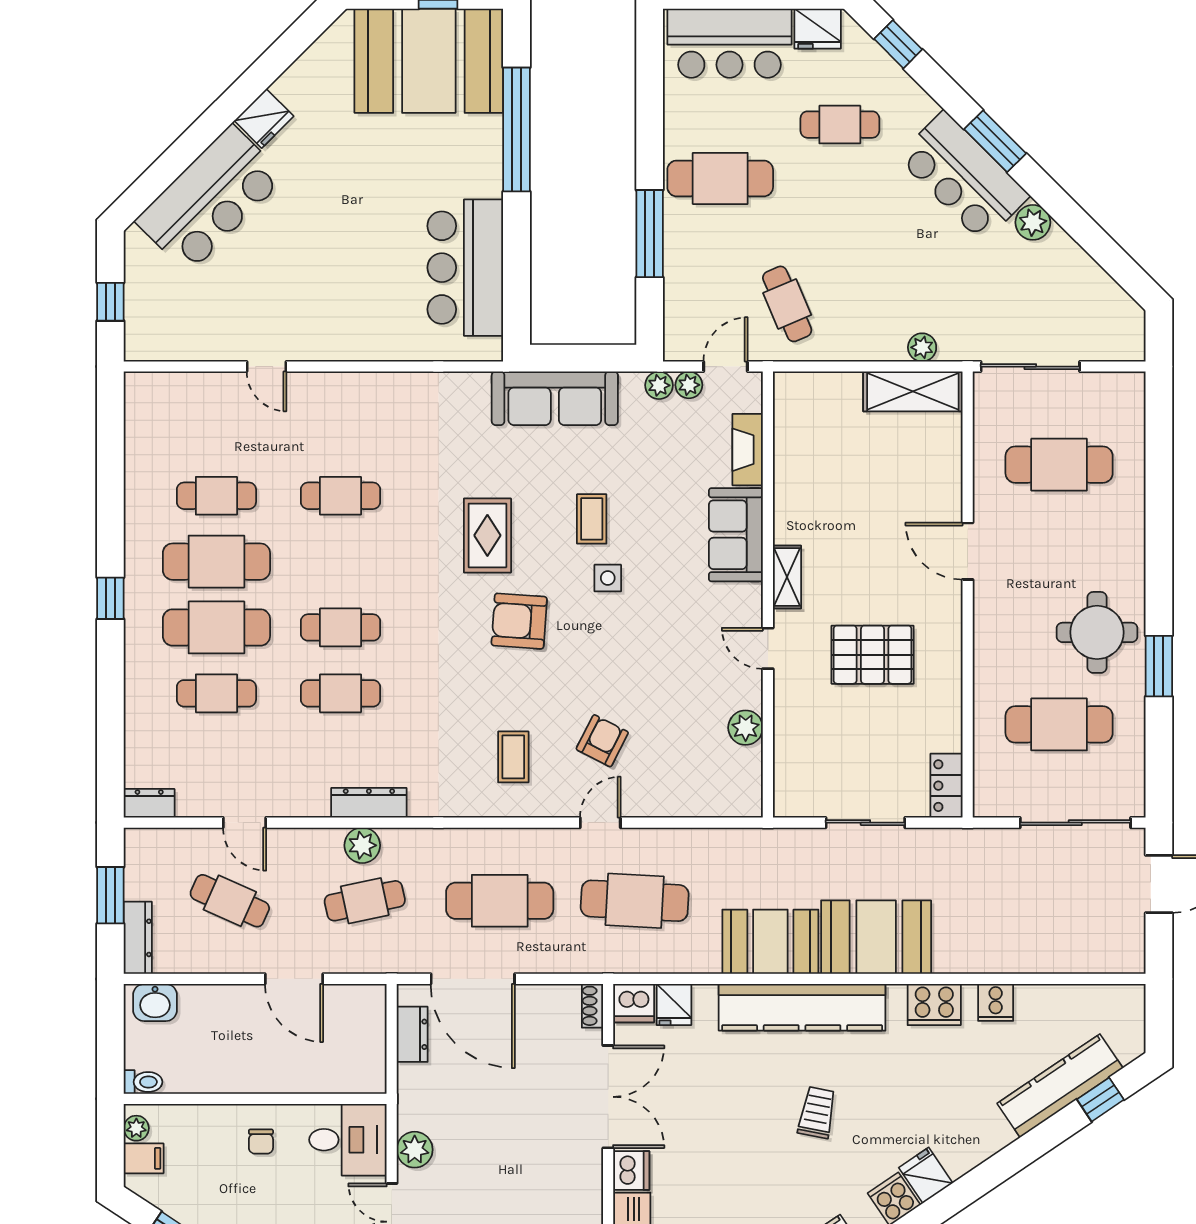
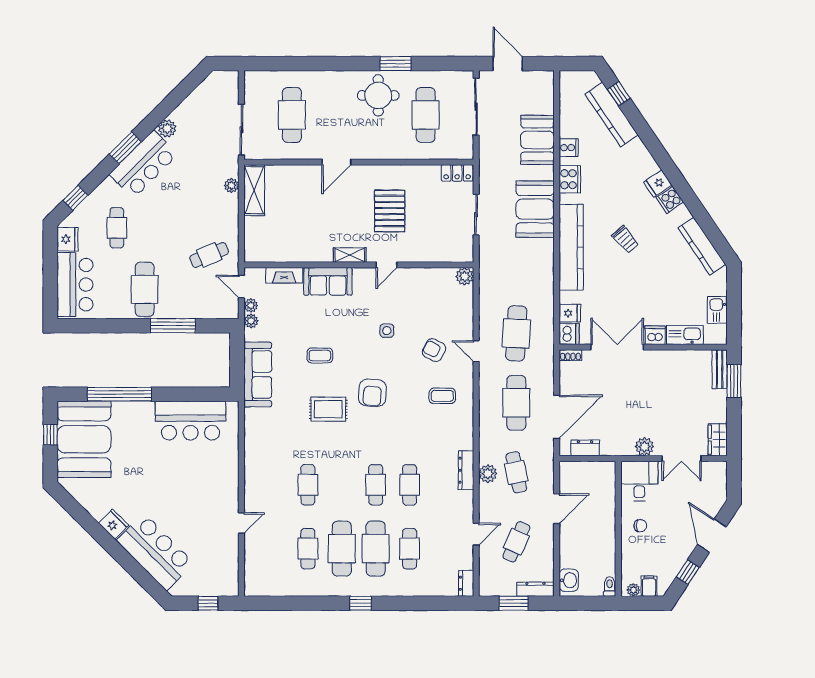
side table: (608, 578) -> (387, 331), moved
plant: (746, 728) -> (465, 276), moved
booth: (770, 942) -> (537, 140), moved
trolley: (817, 1113) -> (625, 240), turned -142

